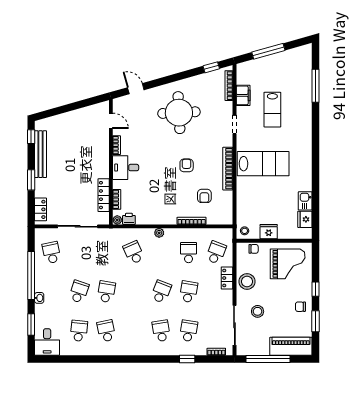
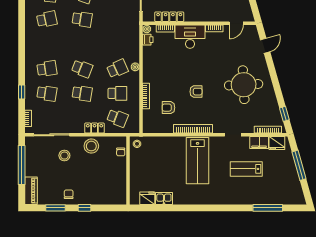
desk: (126, 168) -> (190, 37), width x1.37
fridge: (269, 232) -> (277, 143), moved, turned 90
school desk: (134, 253) -> (117, 69), moved
grand piano: (288, 264) -> (107, 183), removed
piano: (291, 346) -> (31, 191), width x0.73, depth x0.75

